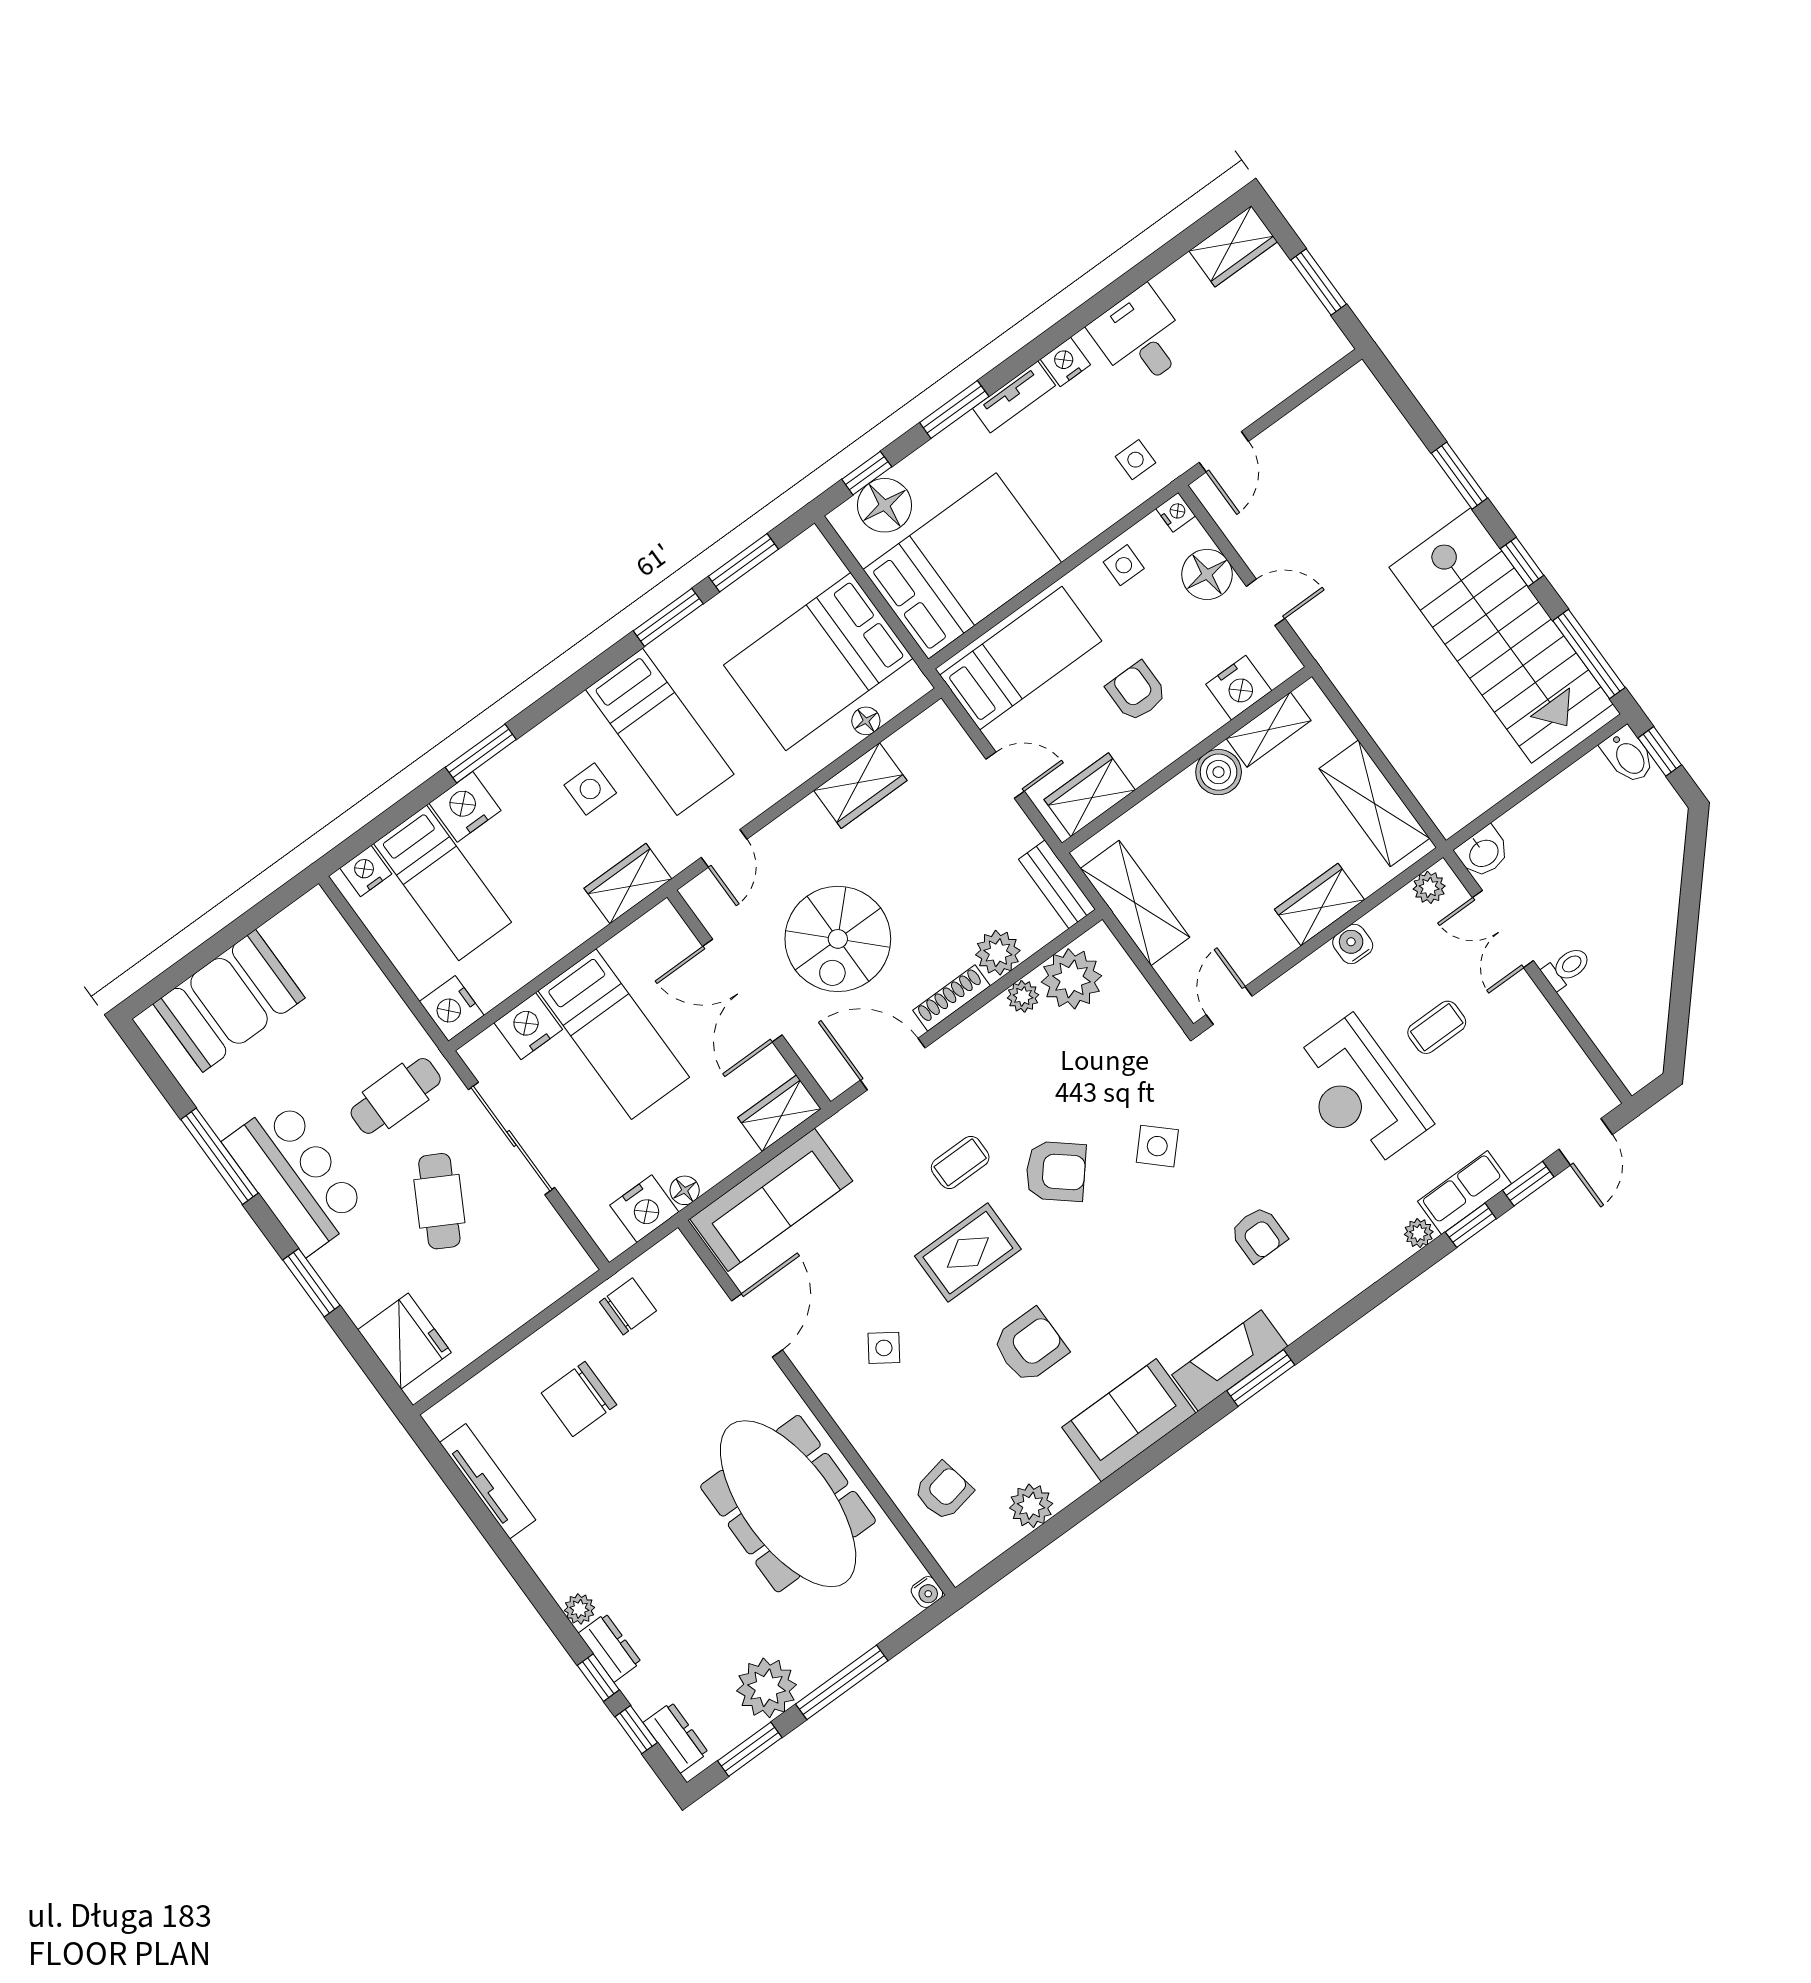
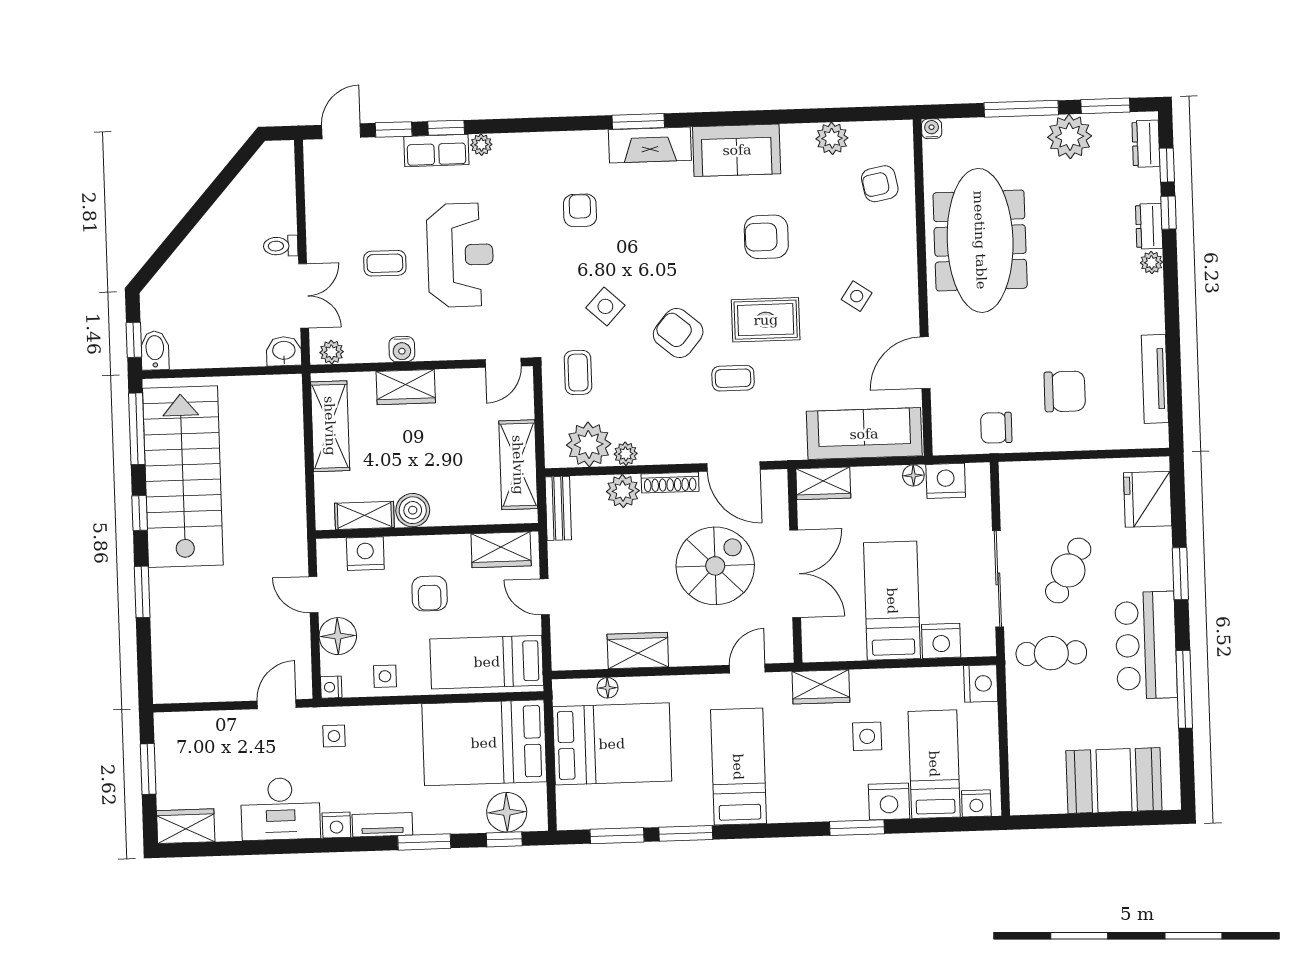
desk: (1140, 338) -> (280, 809), width x1.37
side table: (590, 789) -> (867, 736), moved
coffee table: (1138, 1051) -> (578, 373), added

